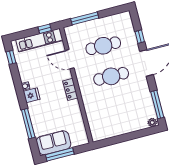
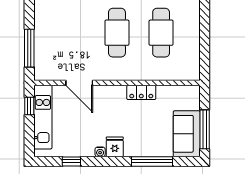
cafe table: (103, 46) -> (161, 33), moved
window: (11, 57) -> (71, 161), moved
door: (70, 59) -> (79, 83), hinge flipped
locker: (70, 89) -> (141, 92), moved

